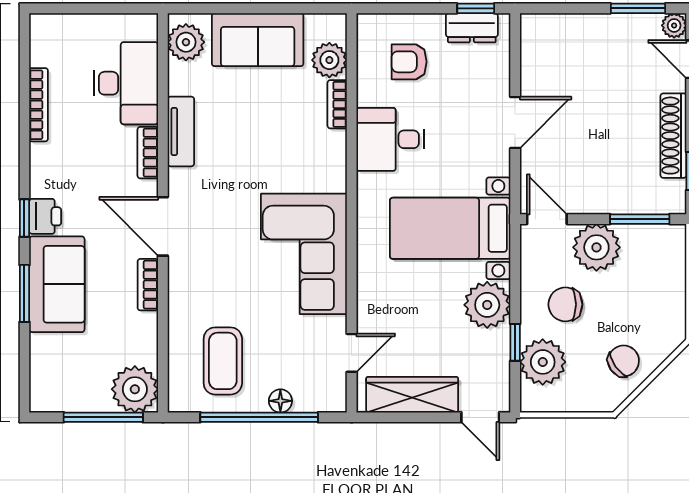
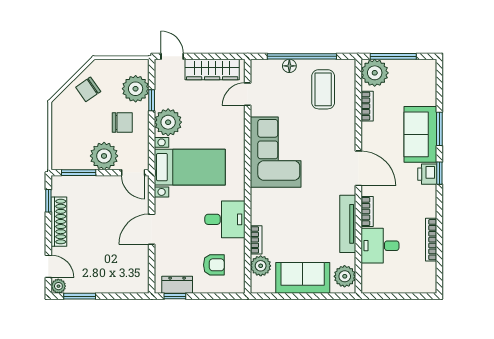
desk: (126, 83) -> (380, 246), width x0.73
tv unit: (181, 131) -> (348, 224), width x1.41
bookcase: (148, 285) -> (367, 106), moved

